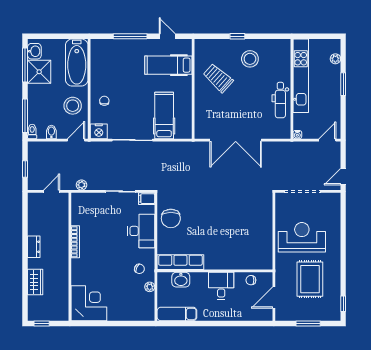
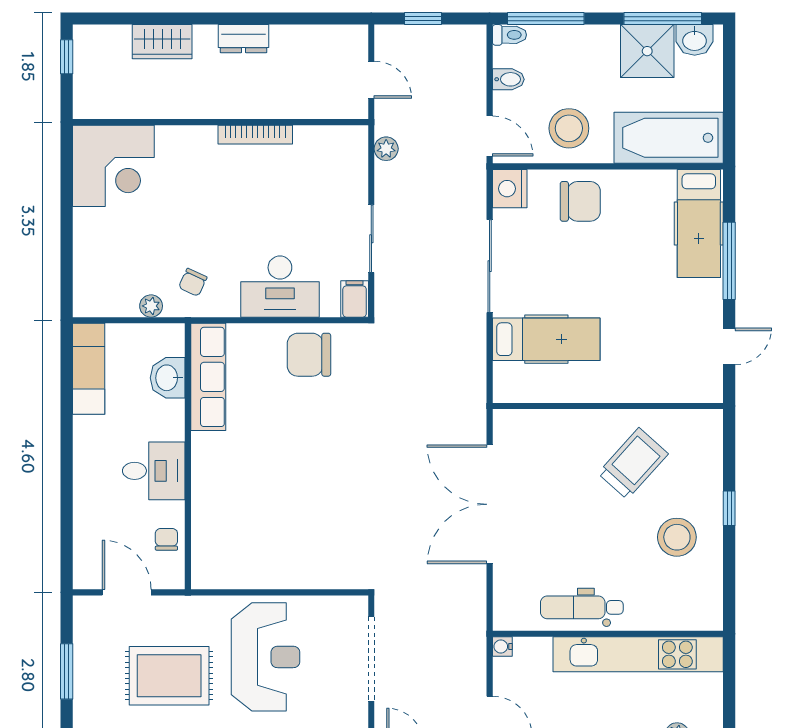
hospital bed: (168, 65) -> (699, 224), moved, turned 180
chair: (104, 101) -> (580, 201), width x1.87, depth x1.87

